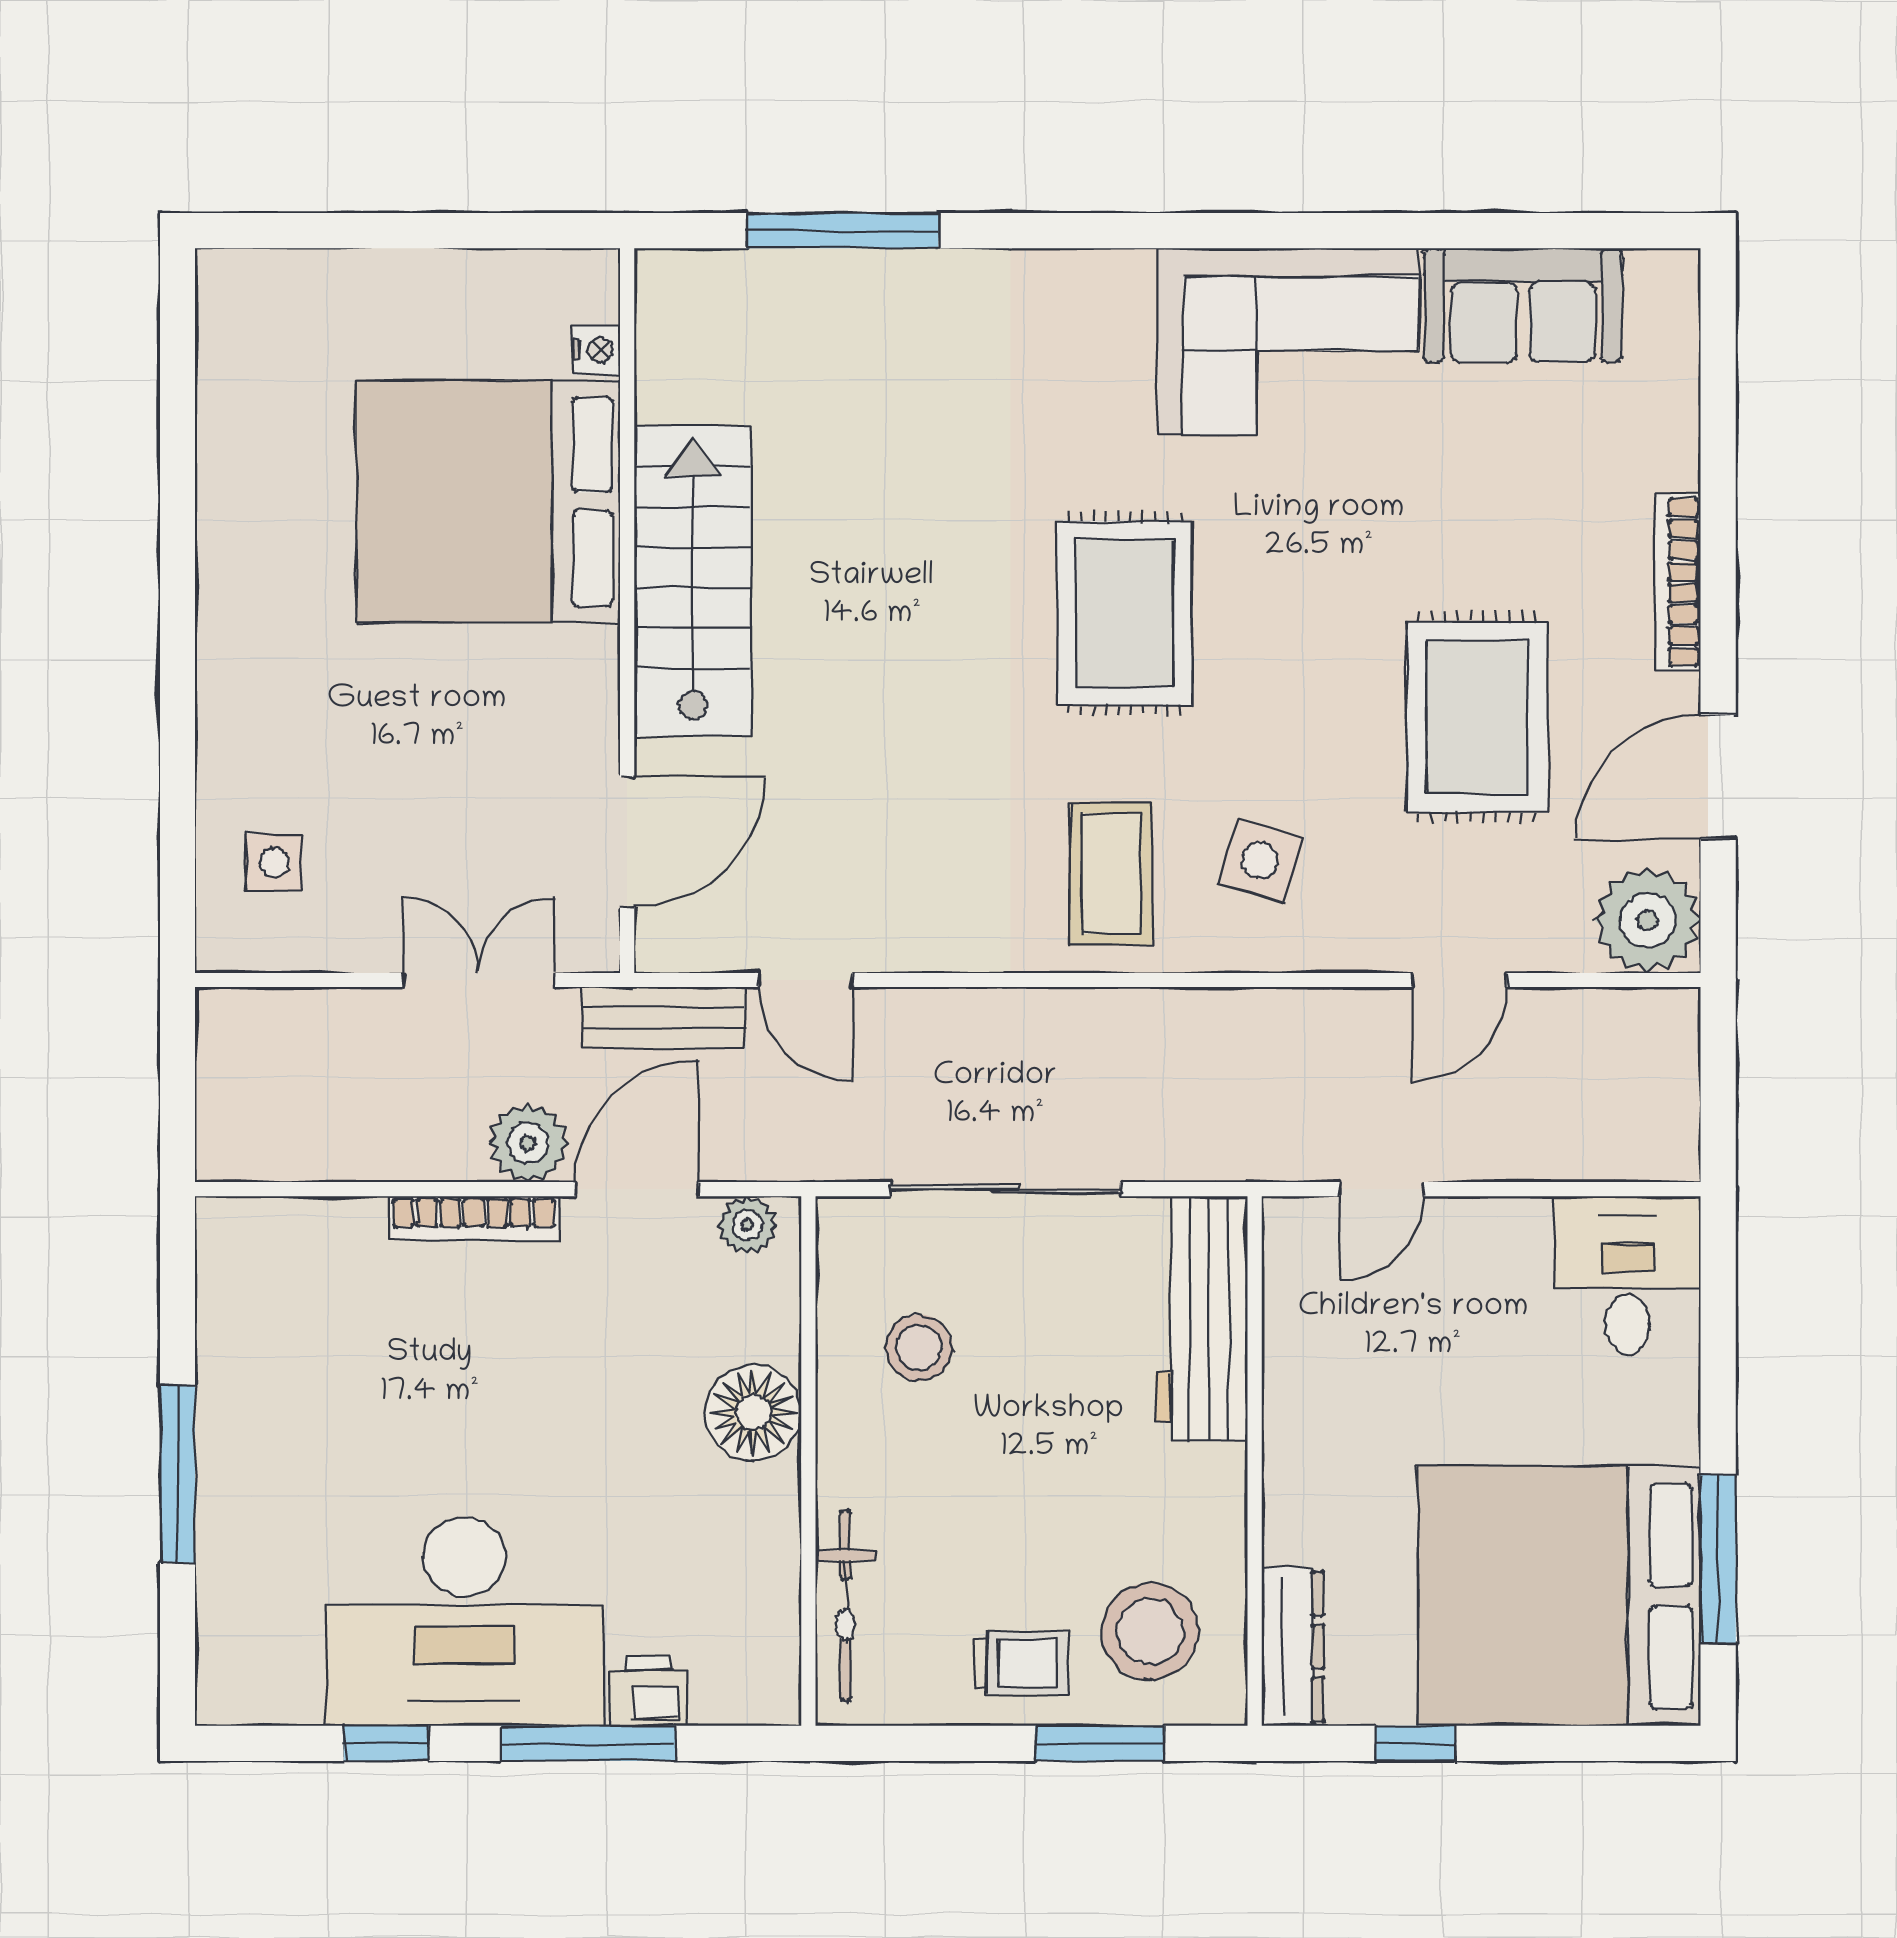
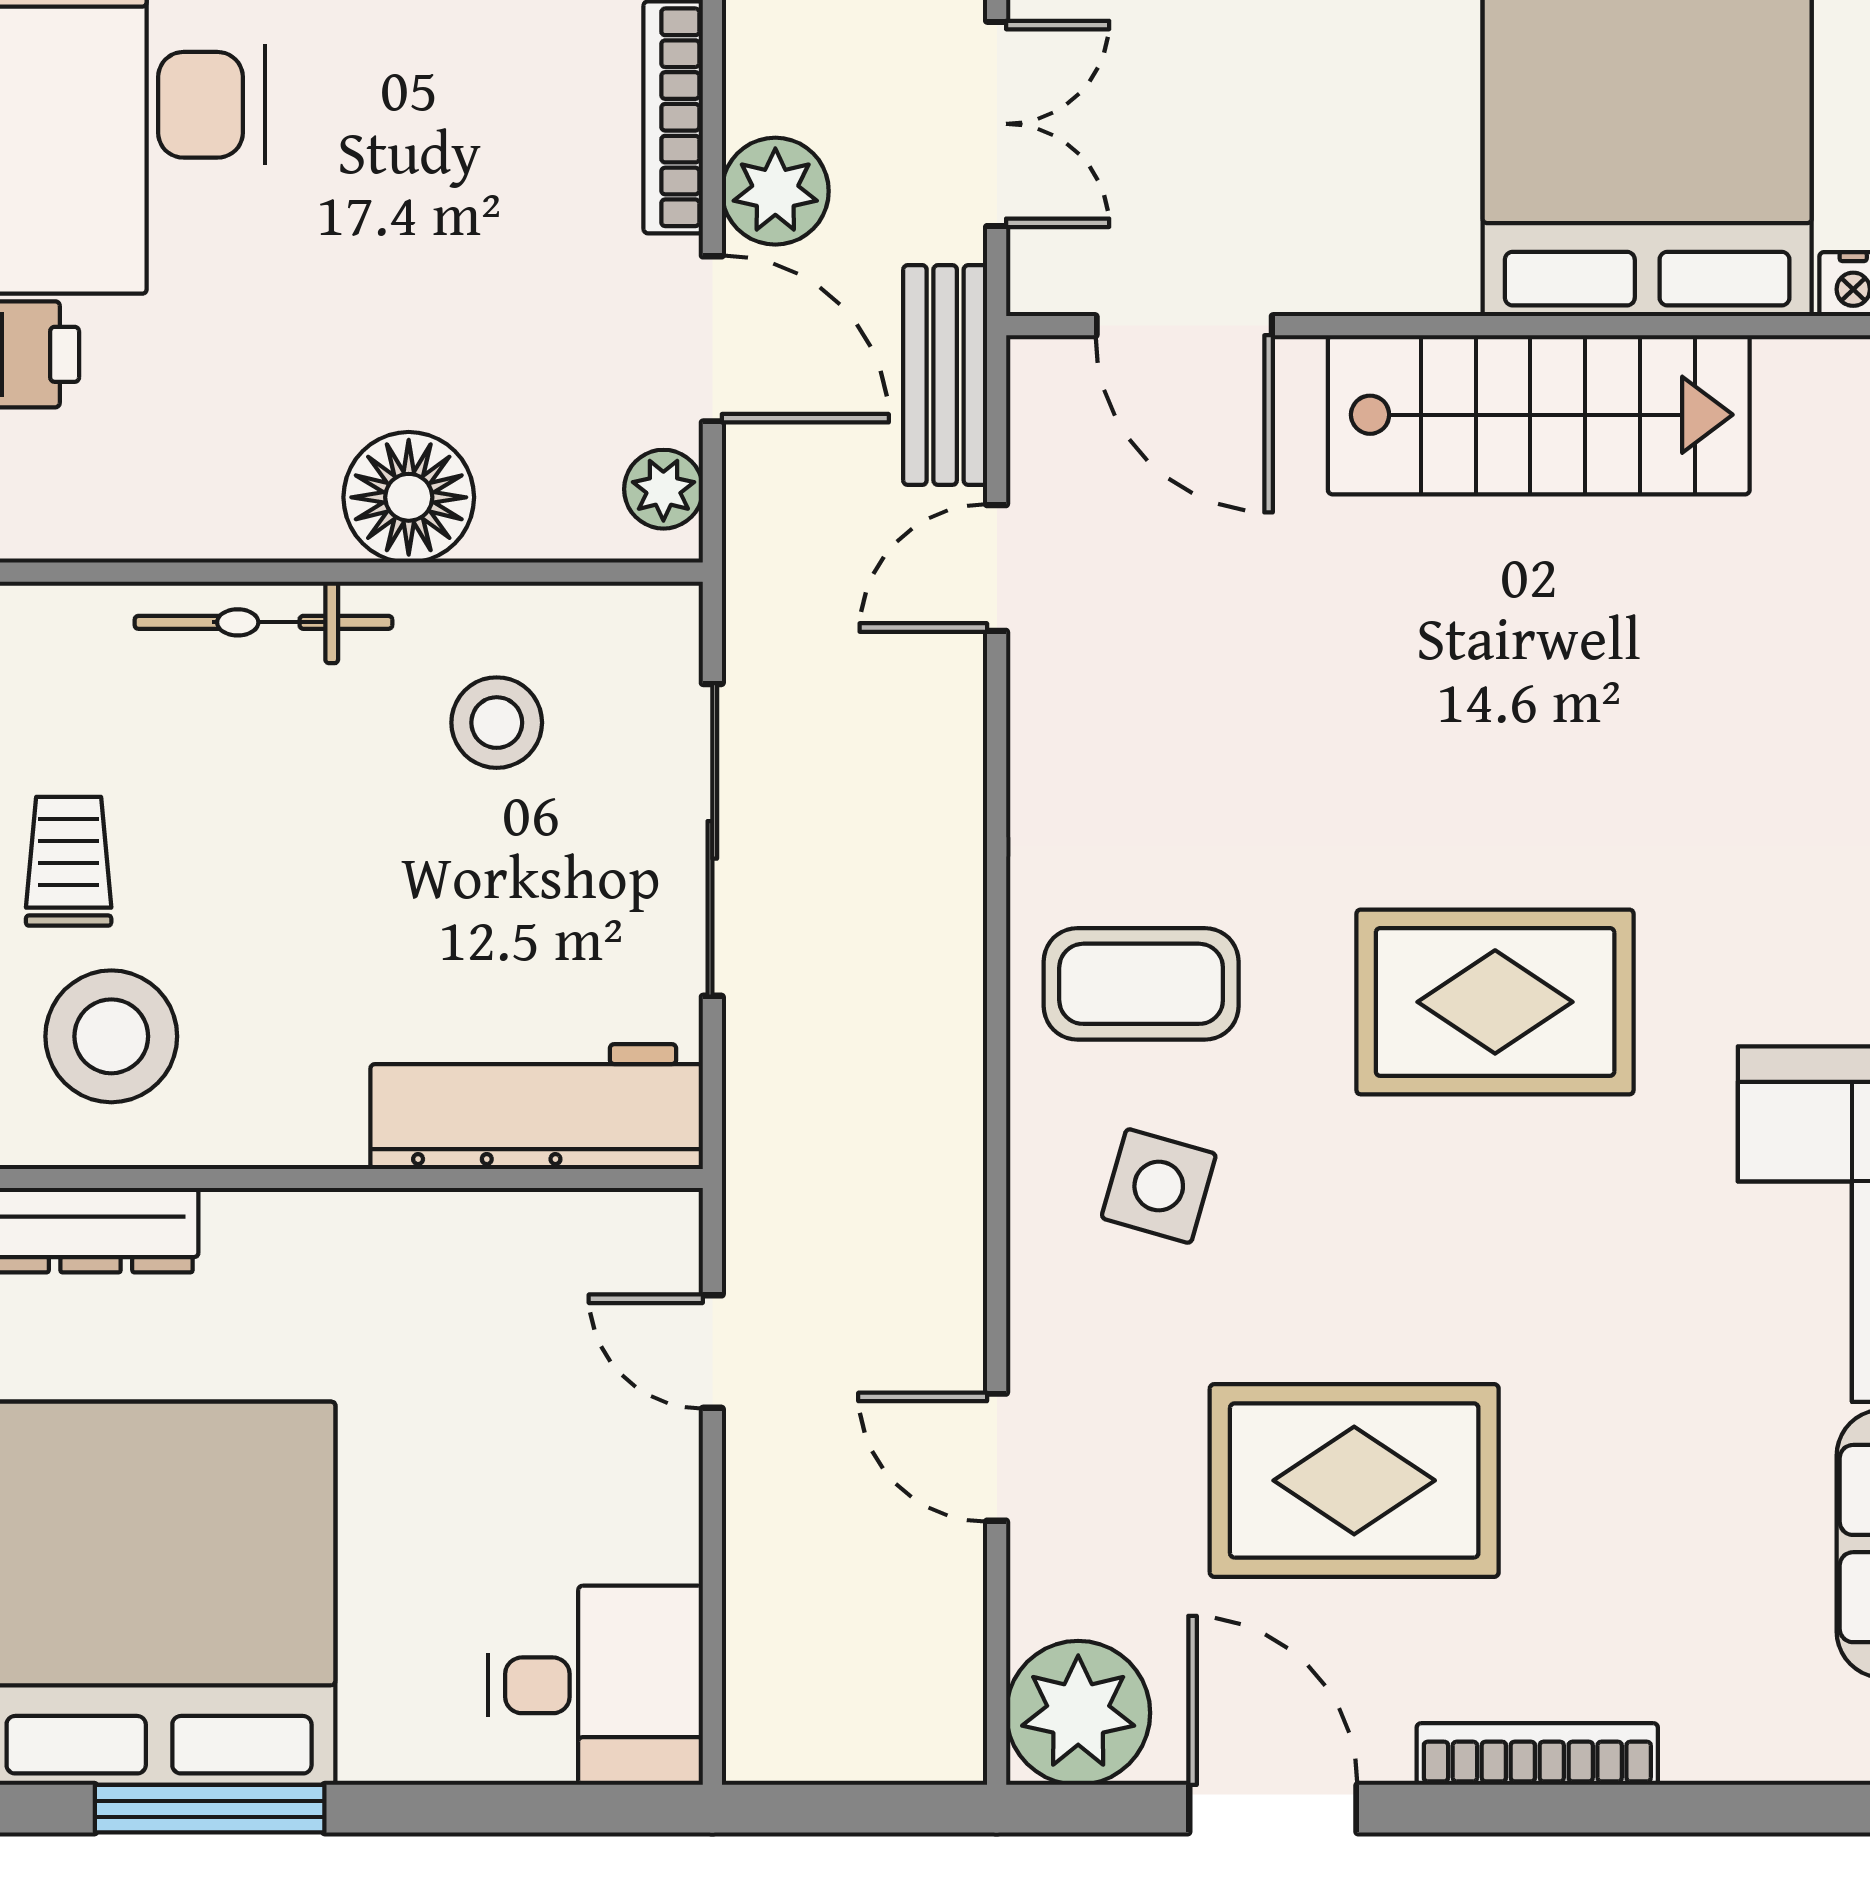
bicycle: (845, 1606) -> (263, 622), moved
trolley: (1021, 1663) -> (69, 861), turned 180

